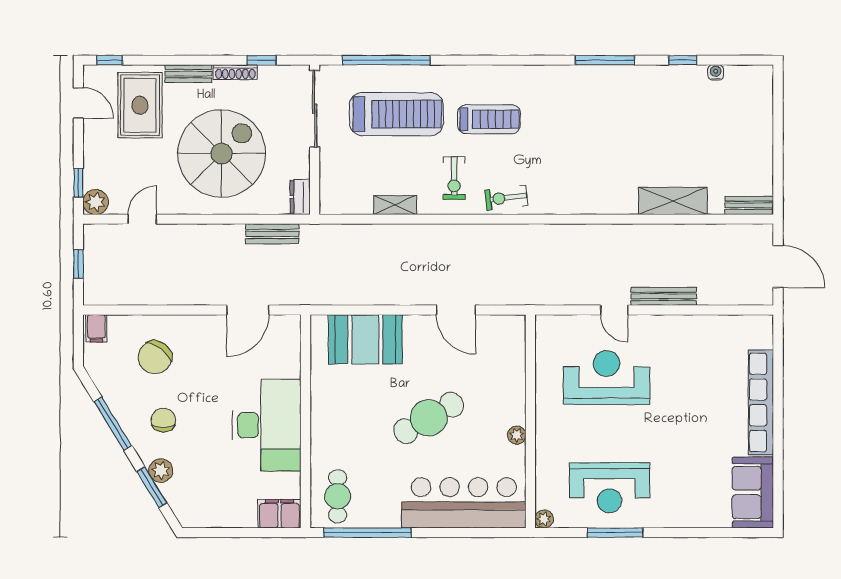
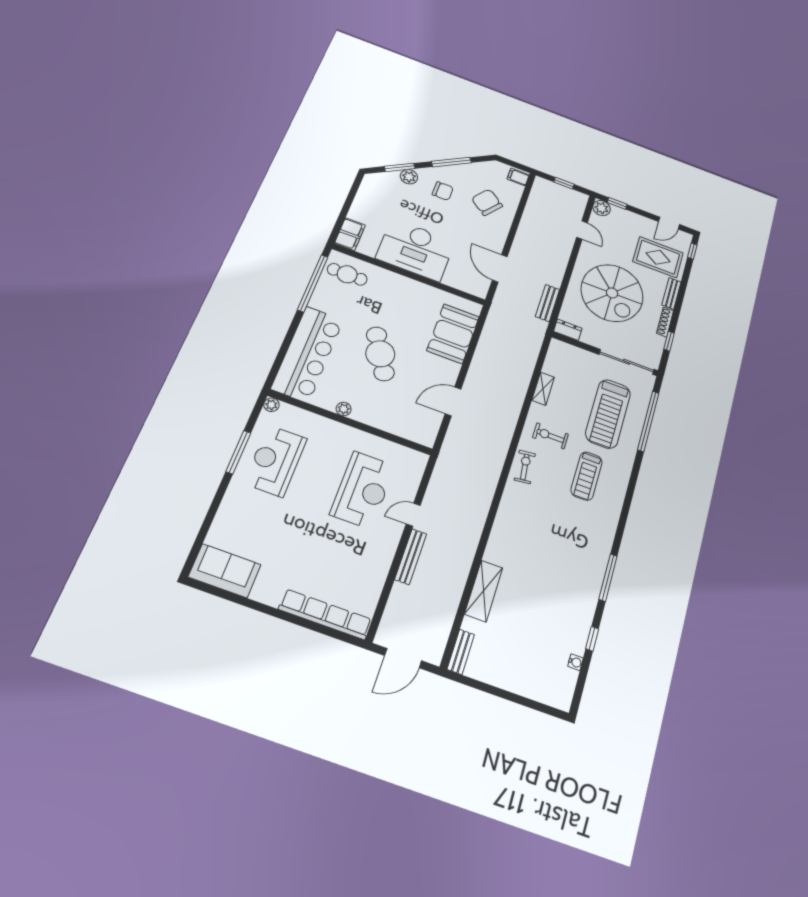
row of seats: (761, 402) -> (325, 614), moved

